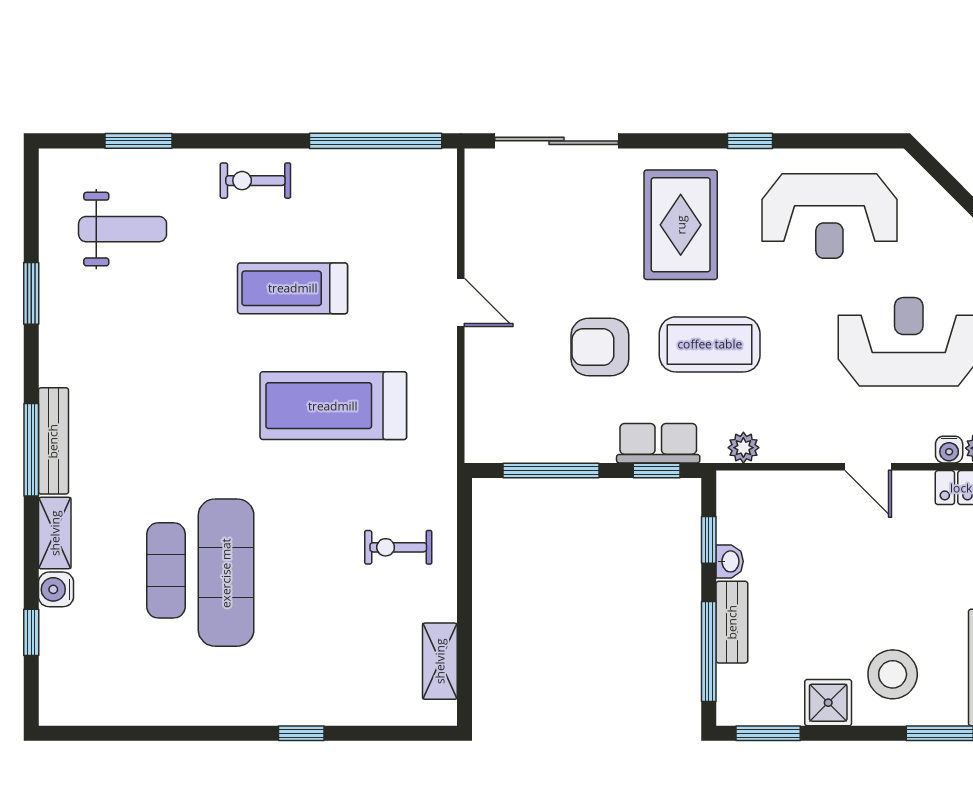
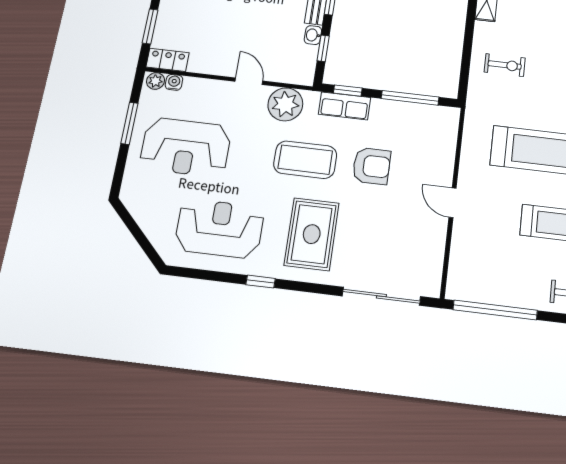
plant: (743, 448) -> (285, 104), width x1.88, depth x1.88
door: (868, 467) -> (249, 81), moved

